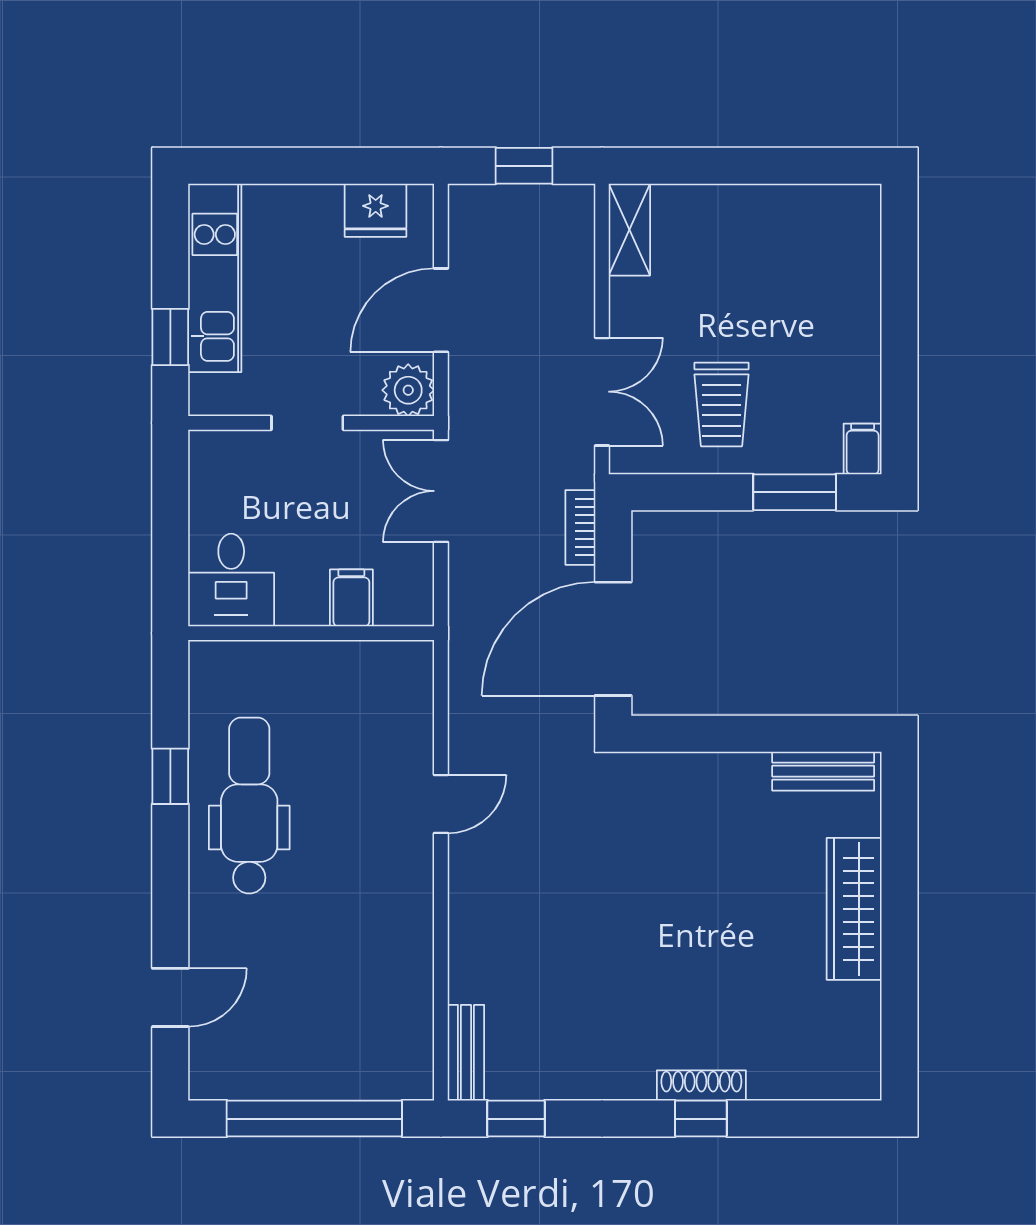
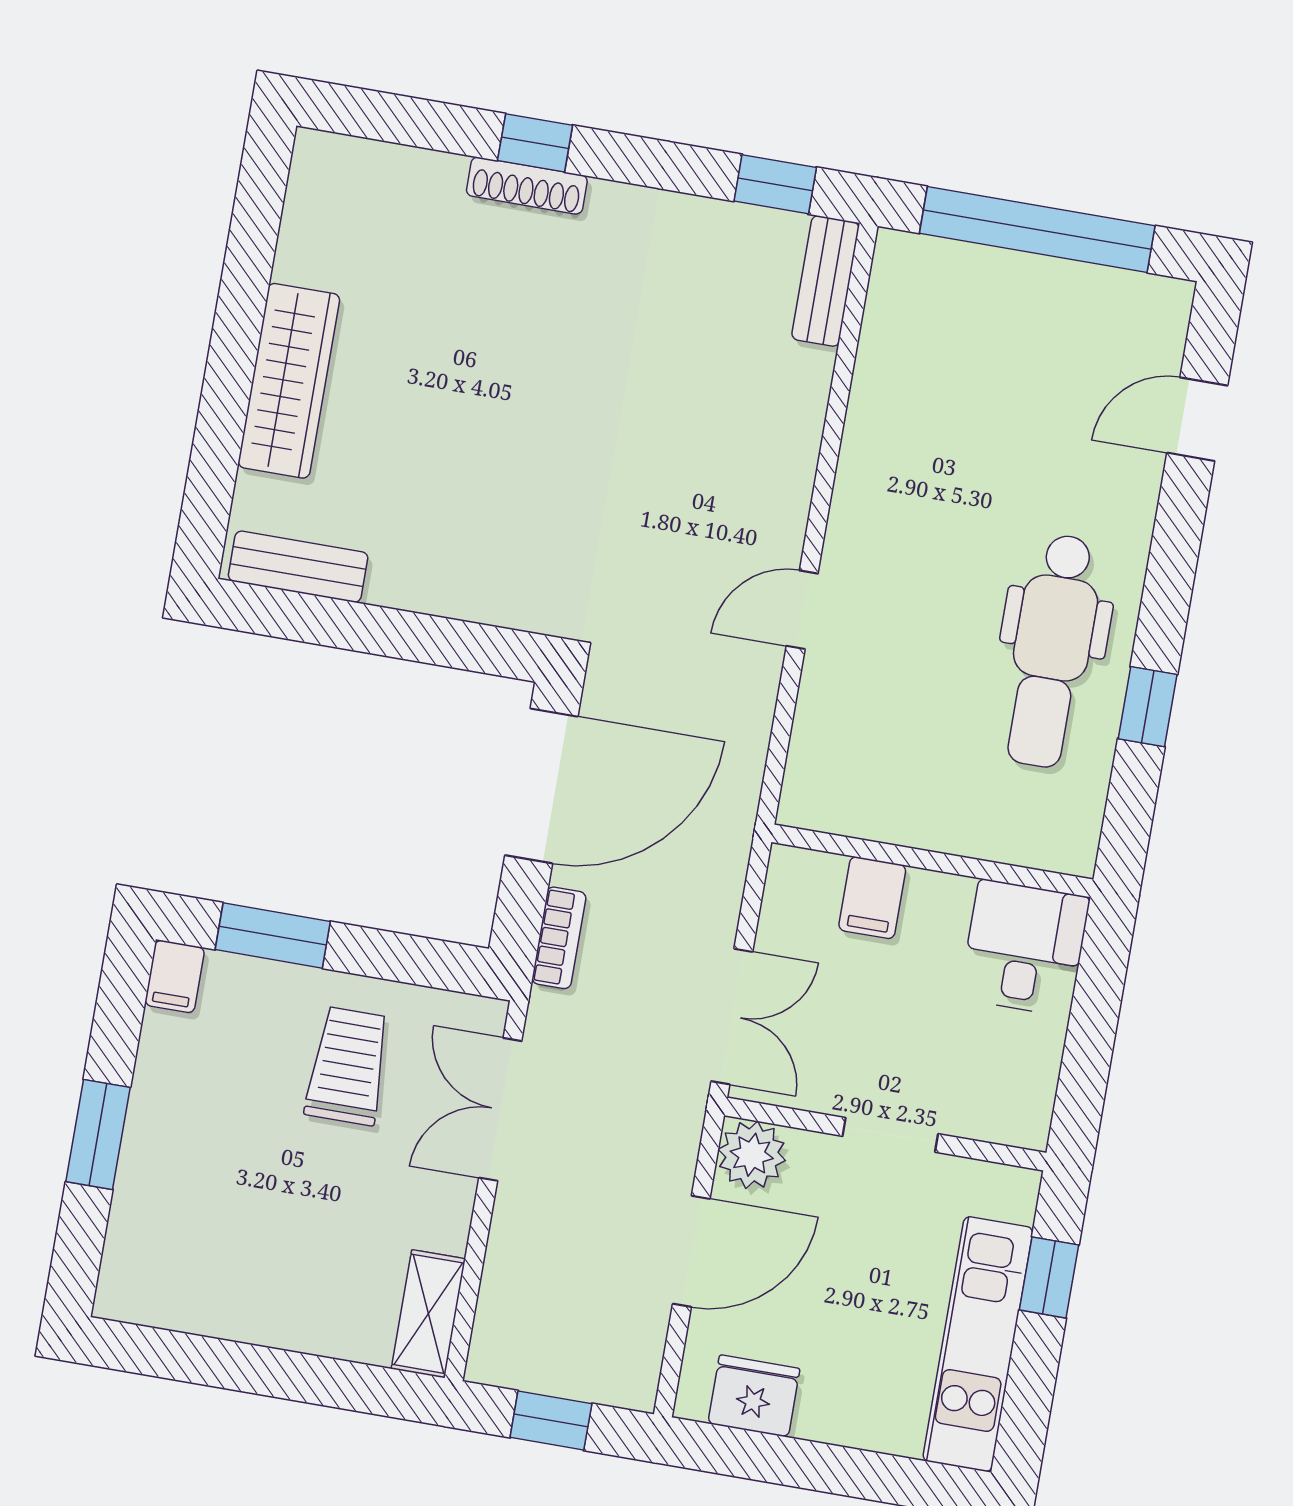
window: (899, 321) -> (98, 1134), added

